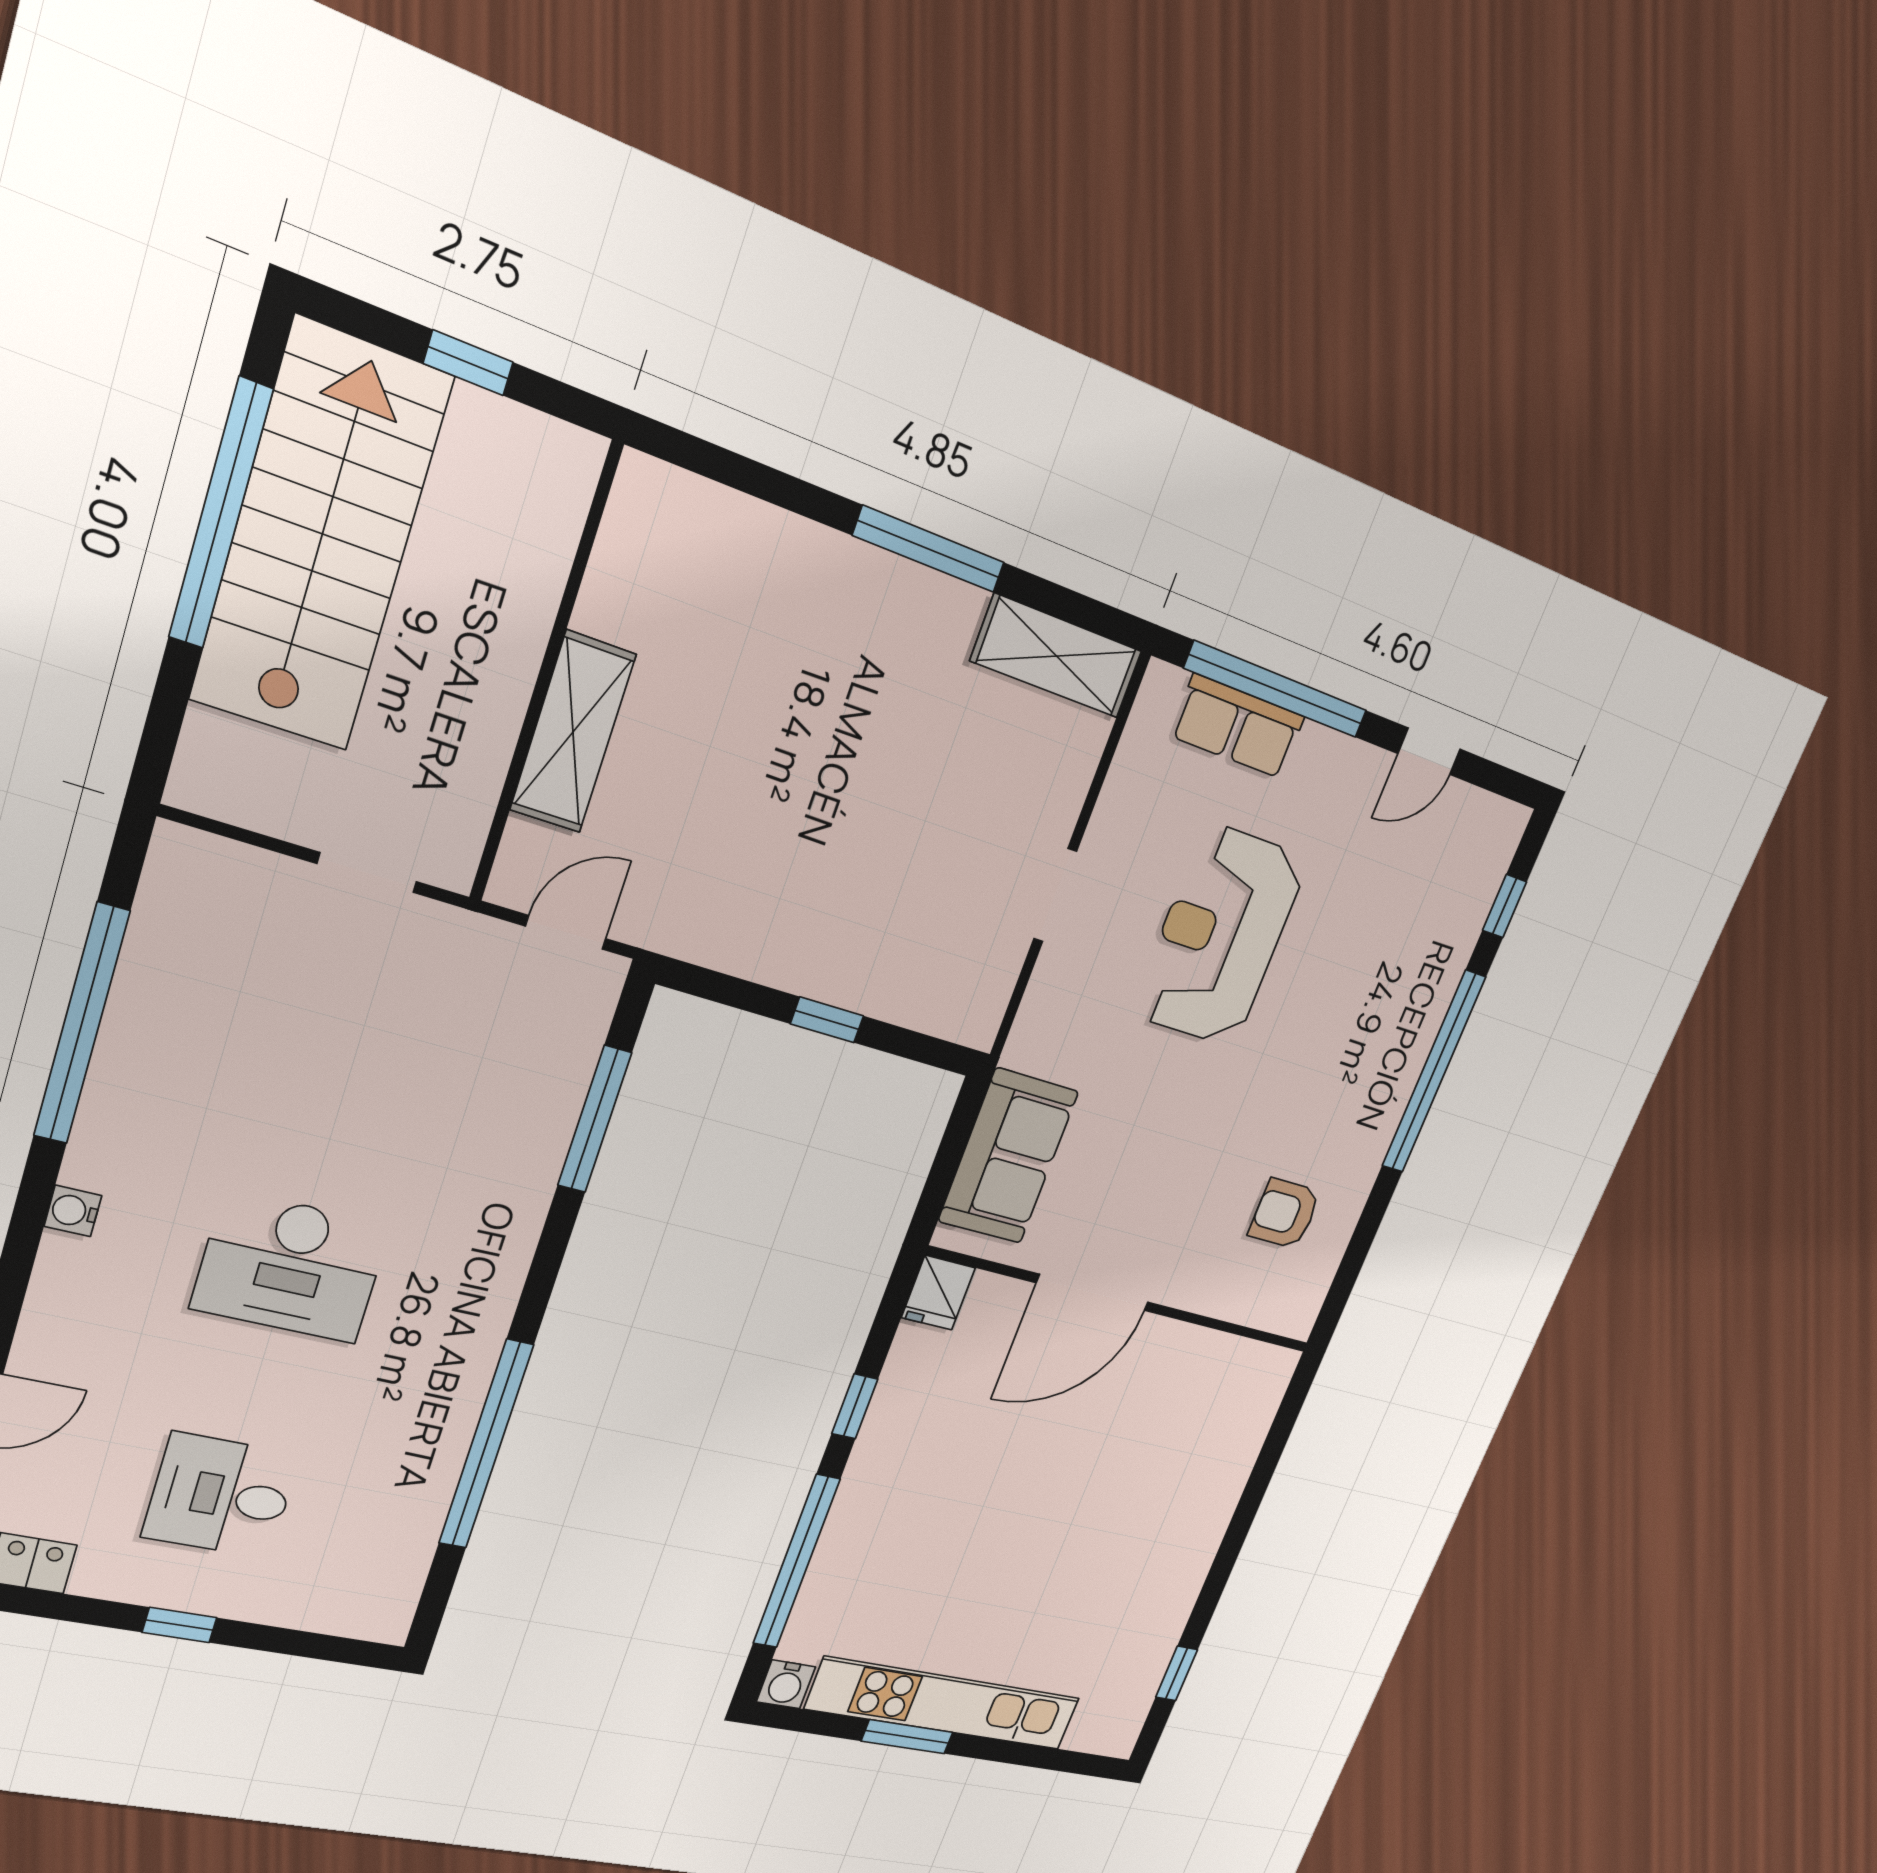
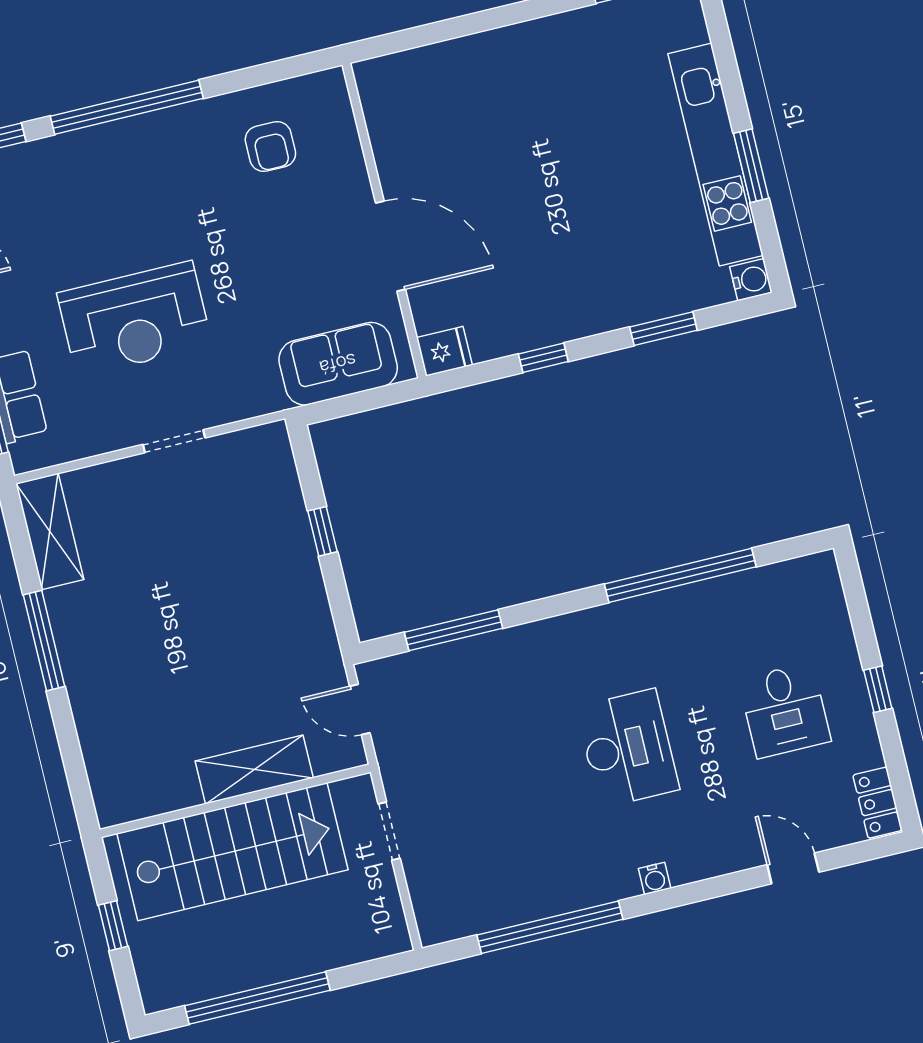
stairs: (321, 539) -> (232, 852), moved, turned 180
window: (796, 1562) -> (663, 329), width x0.47

